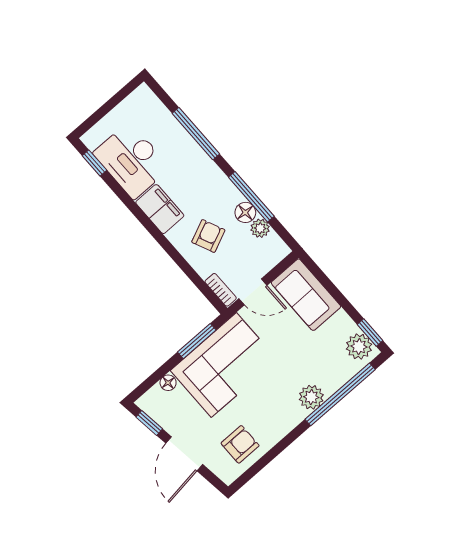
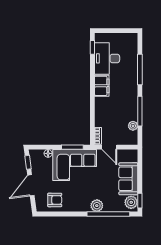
floor lamp: (245, 212) -> (133, 115), removed
armchair: (208, 236) -> (111, 112), removed
sofa: (306, 295) -> (128, 179), moved

